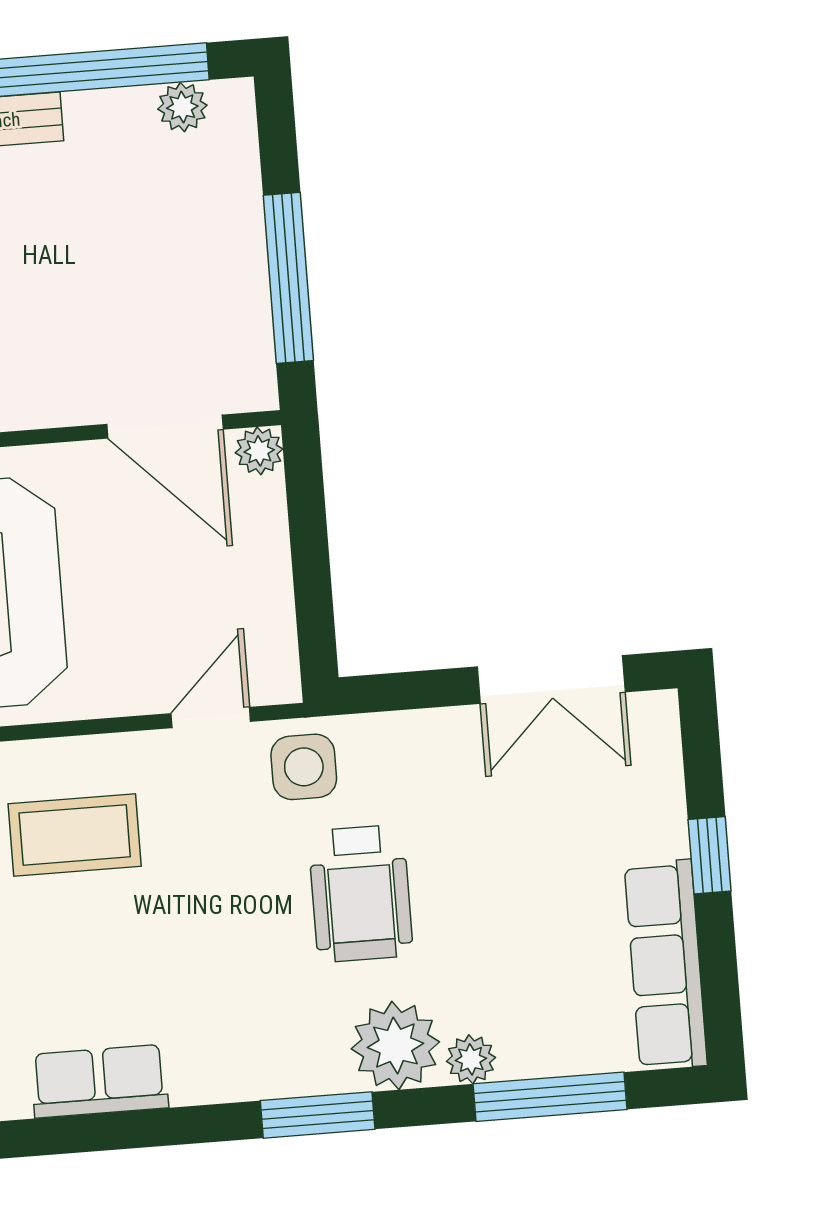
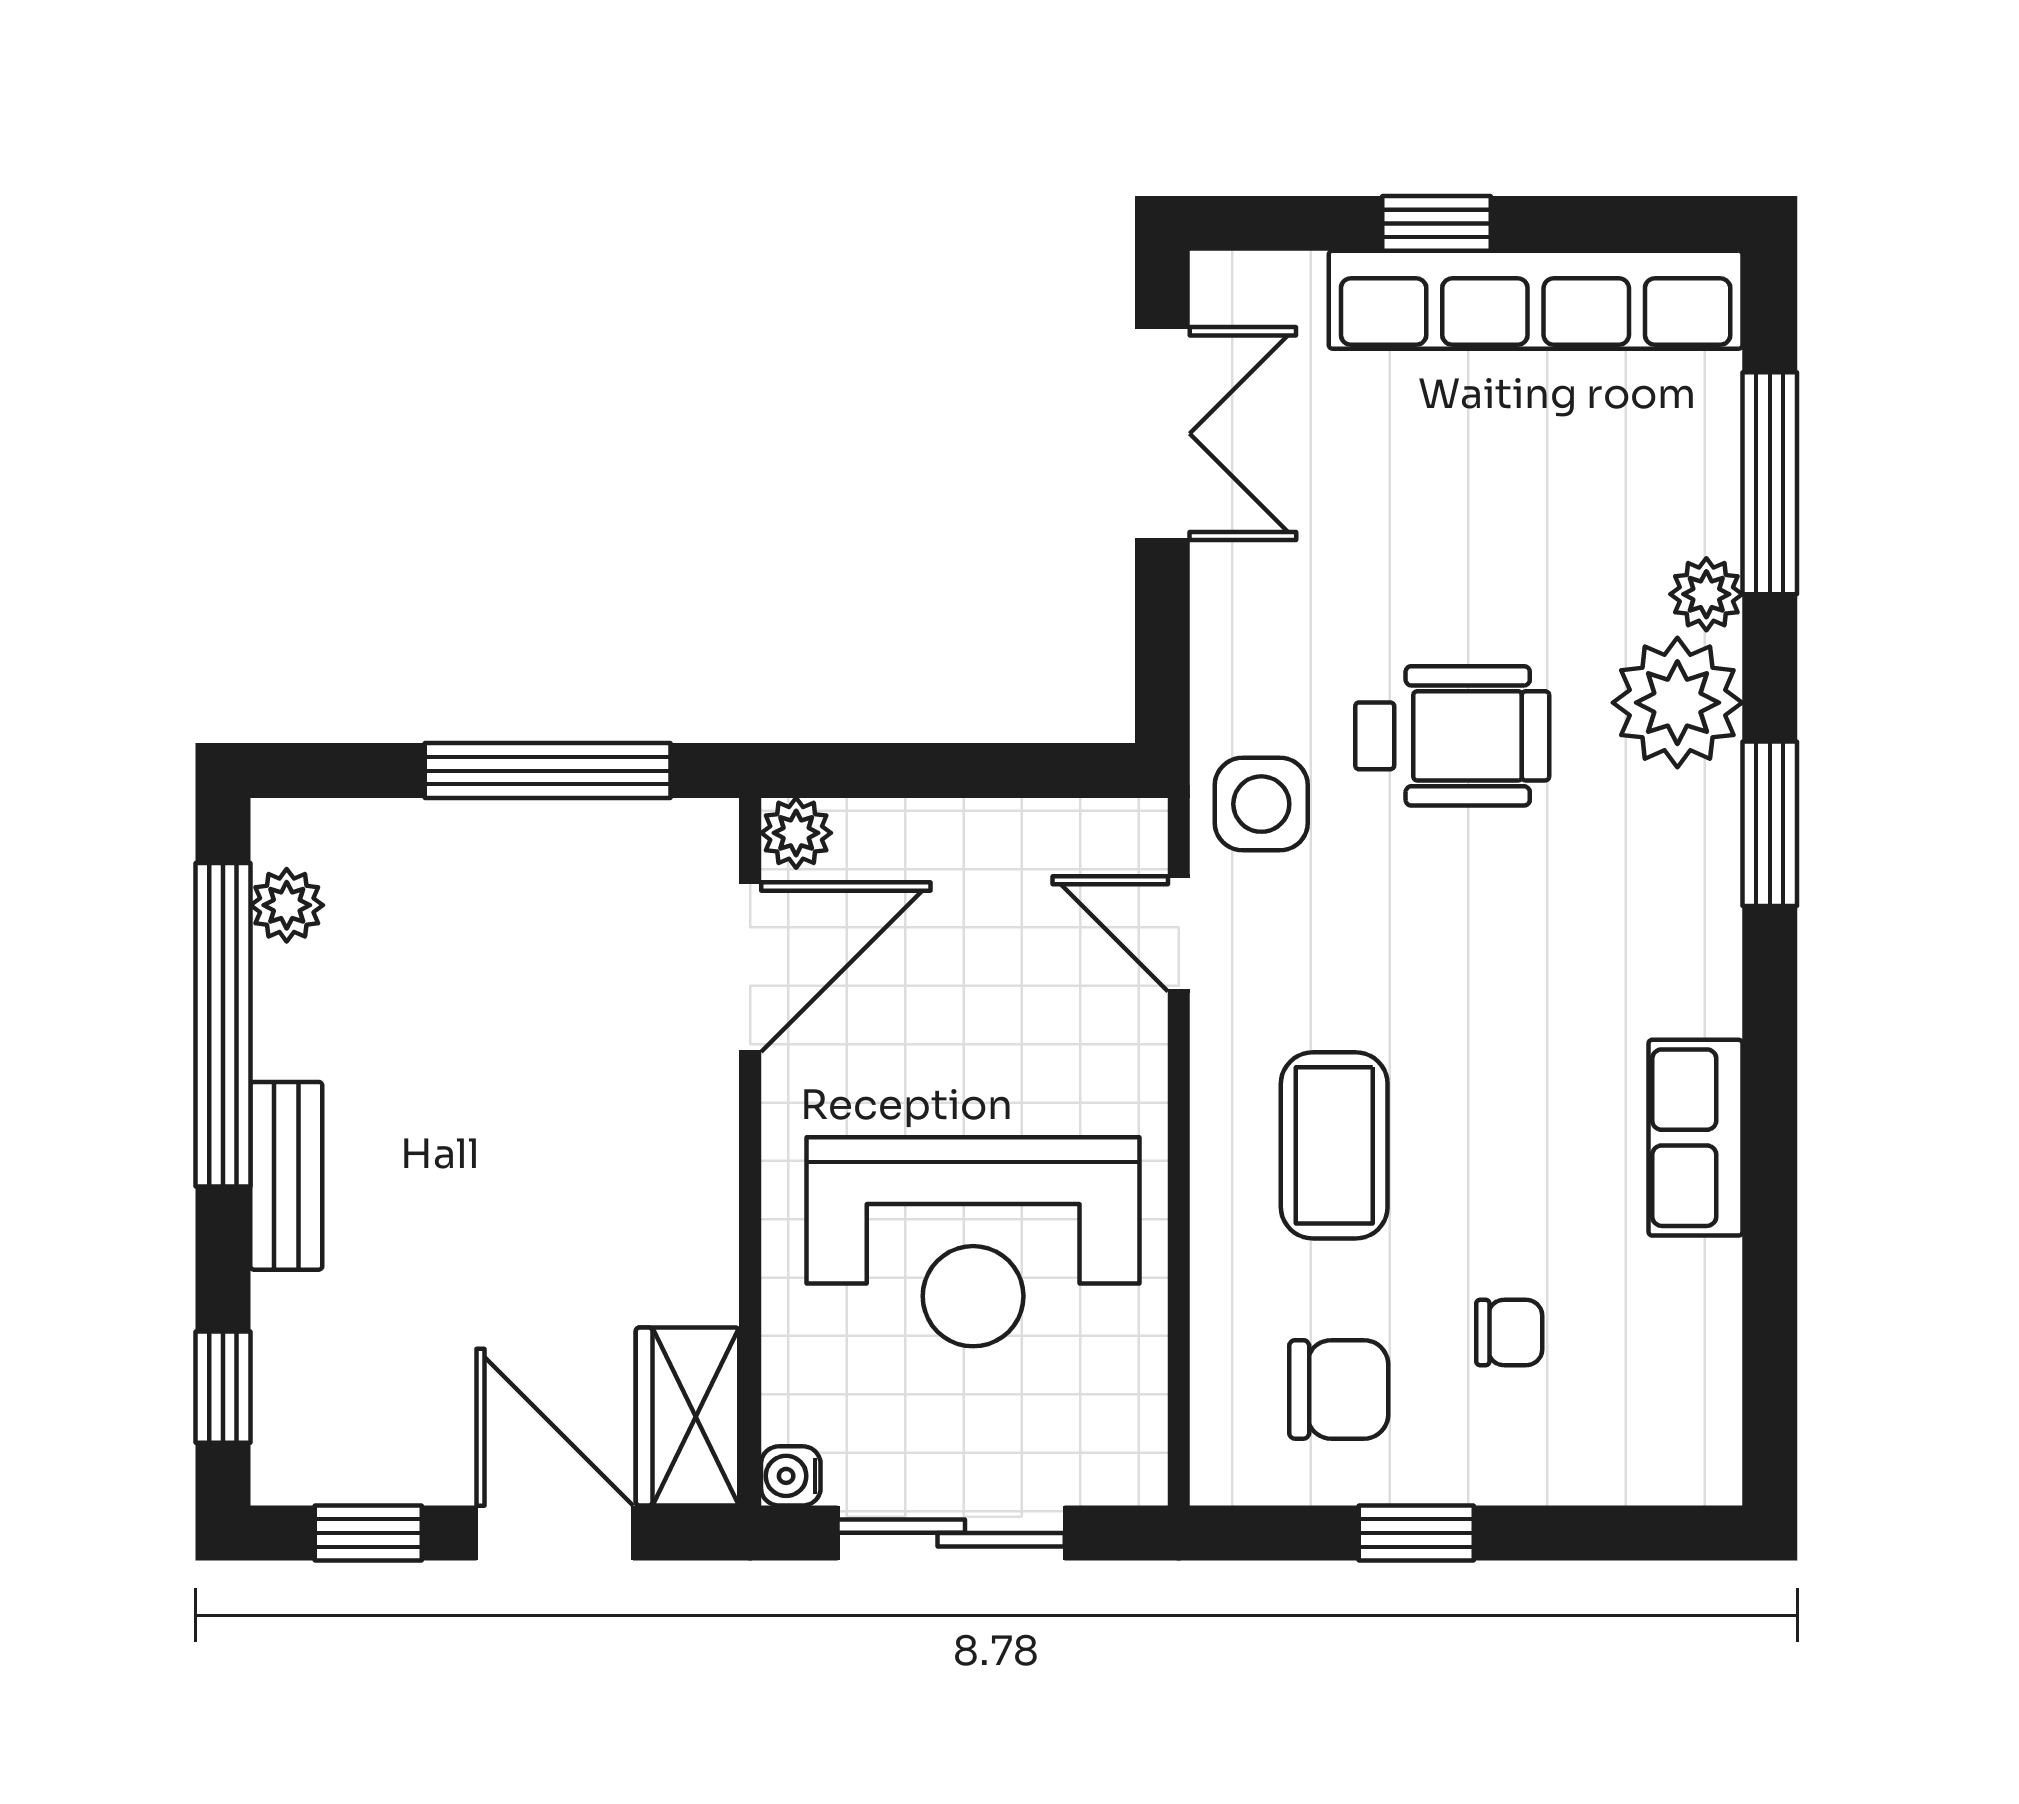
row of seats: (666, 965) -> (1536, 300), width x1.36

